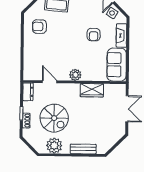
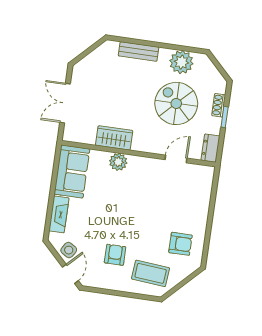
armchair: (94, 35) -> (115, 255), moved
plant: (75, 75) -> (118, 162), moved
door: (50, 82) -> (176, 159), swing flipped

